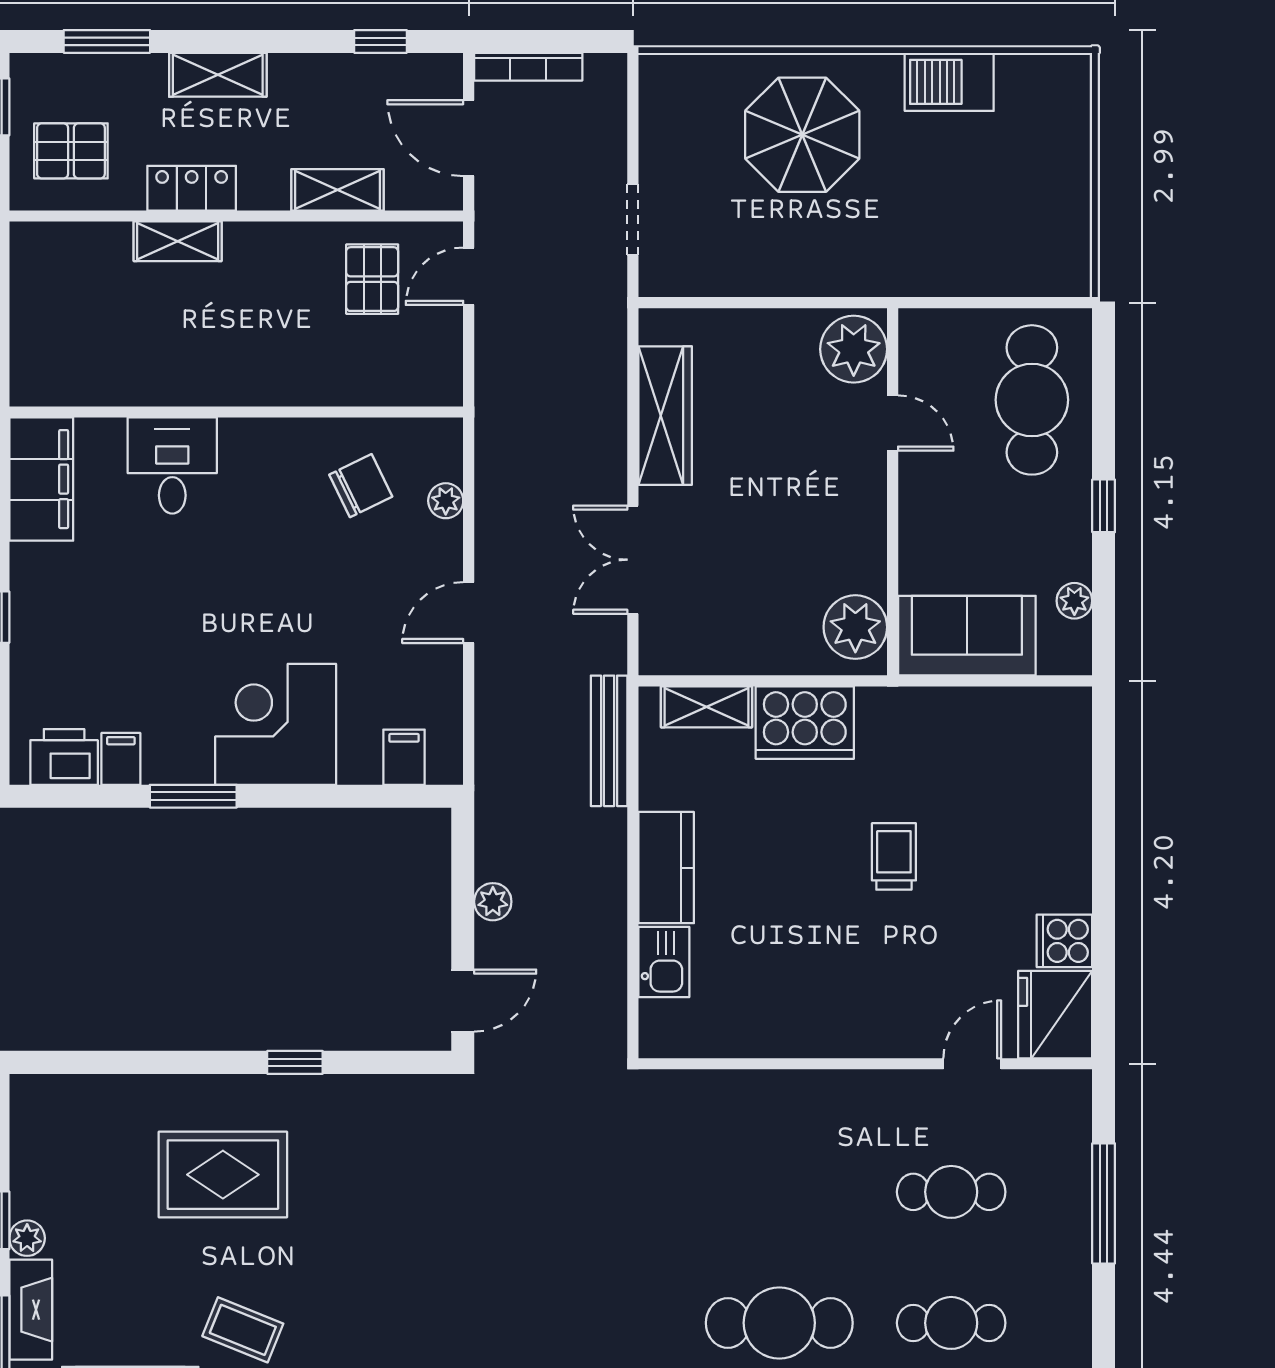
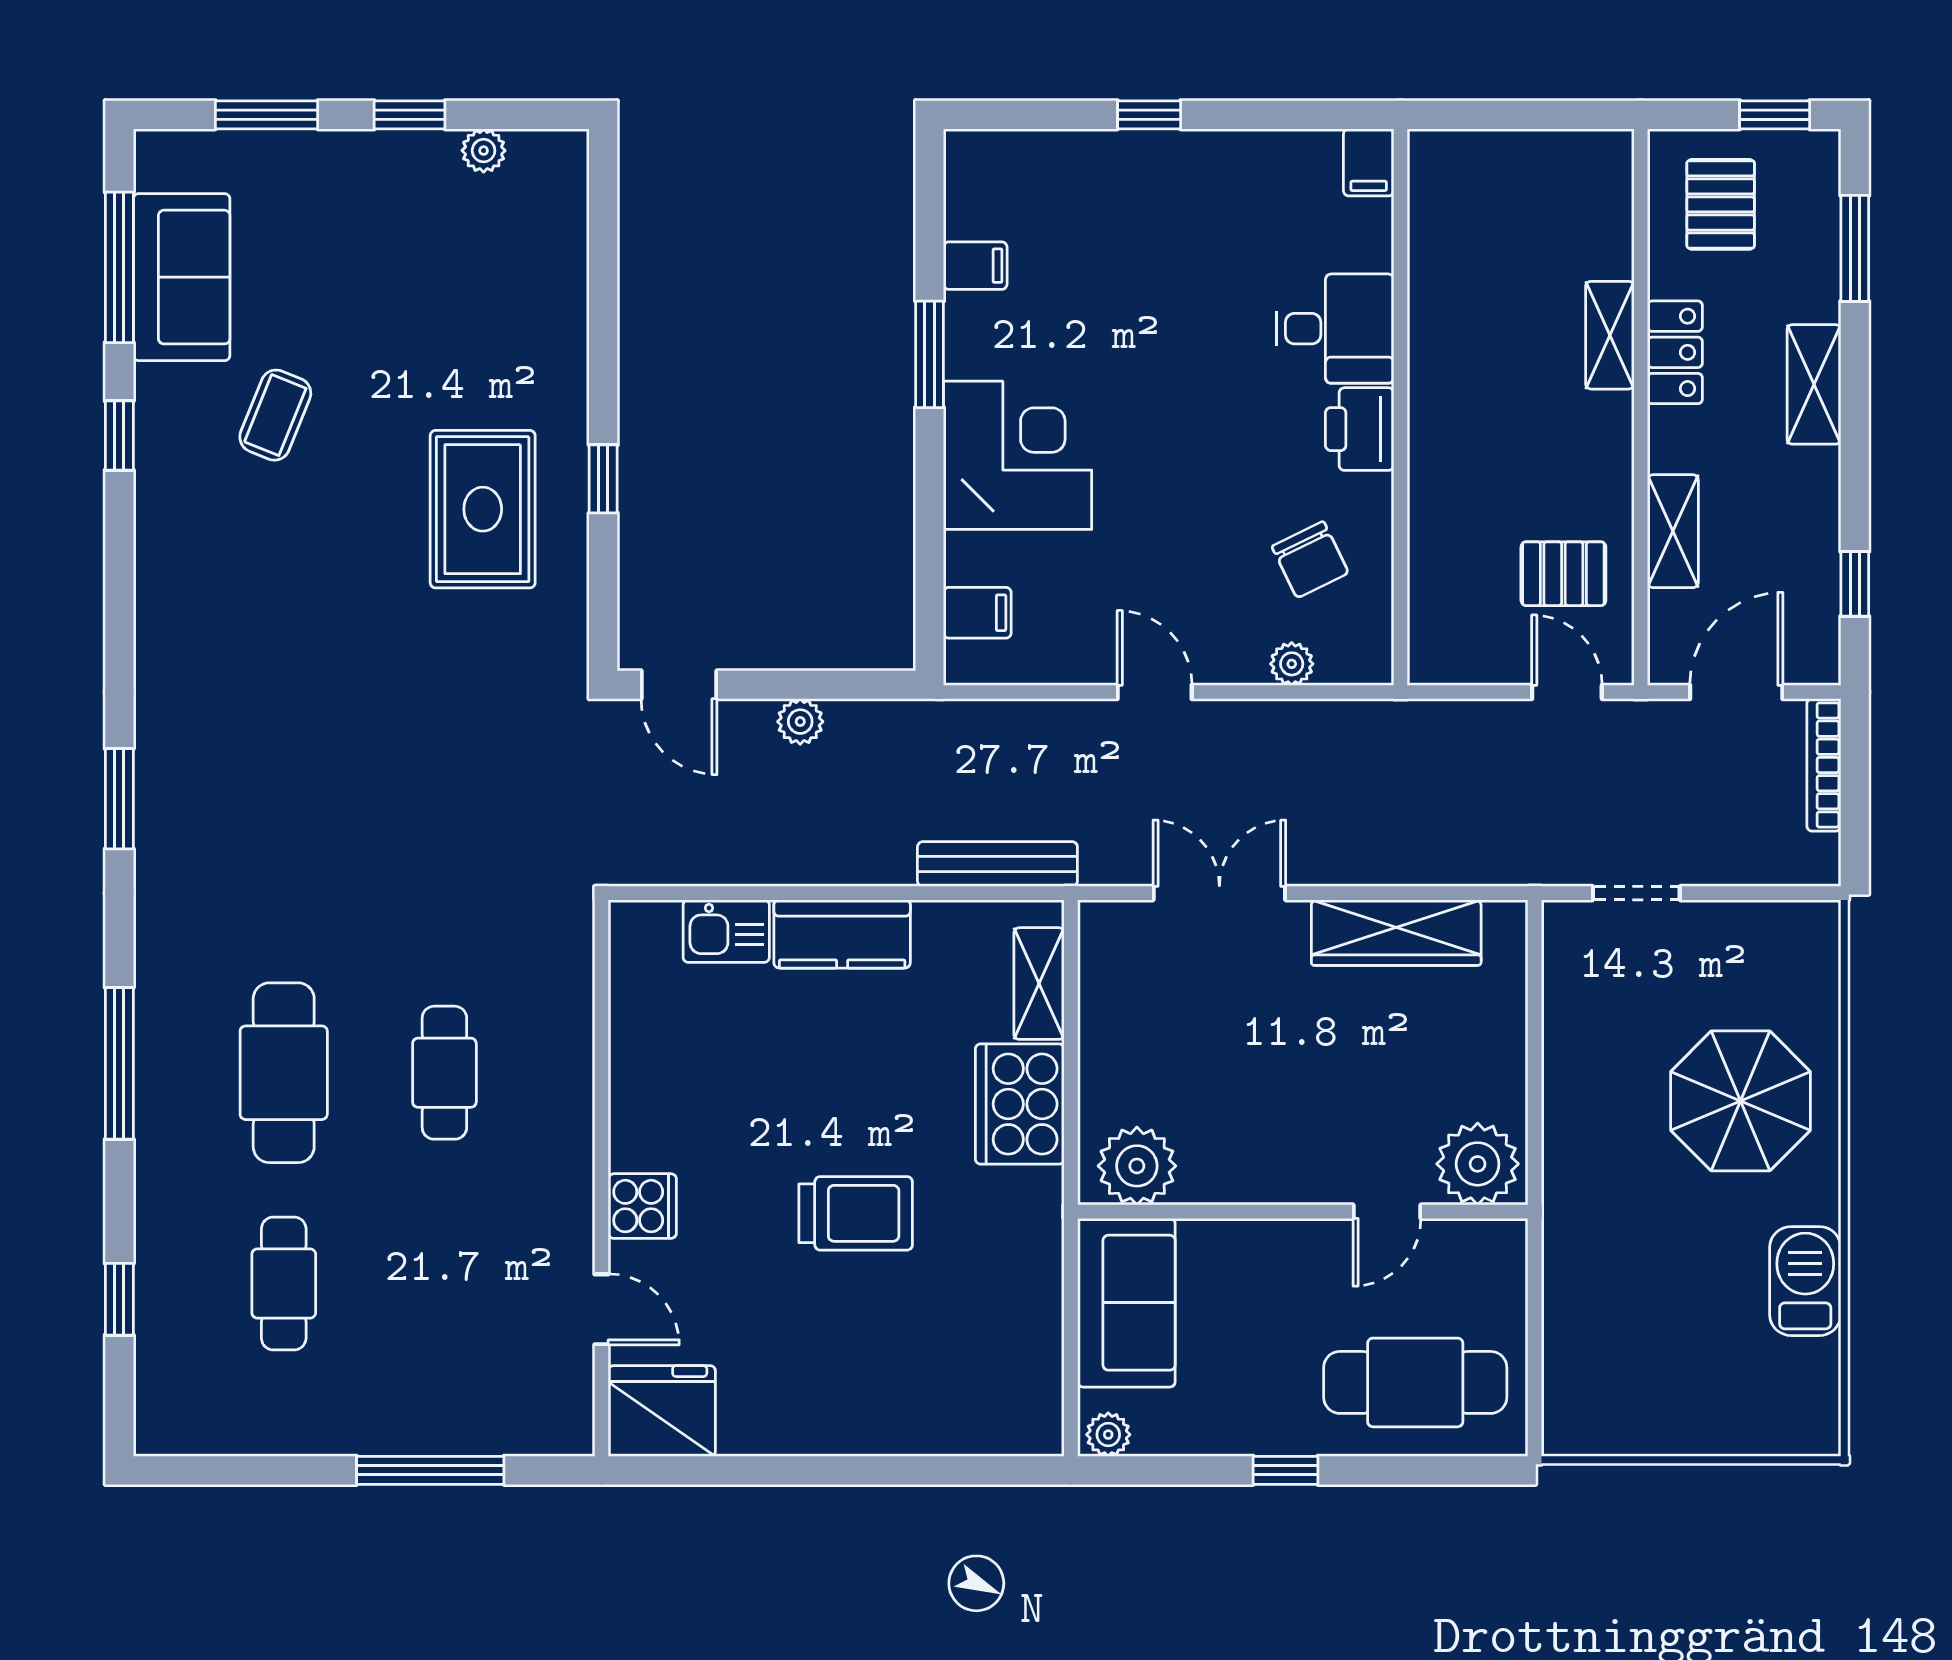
filing cabinet: (41, 479) -> (1369, 162), width x0.33, depth x0.86
plant: (1074, 601) -> (1108, 1435), moved
printer: (64, 757) -> (1360, 429), moved, turned 180
trolley: (894, 856) -> (856, 1213), width x1.36, depth x1.39
cooker: (1064, 941) -> (642, 1206), moved, turned 90
rug: (223, 1175) -> (483, 509), moved
cafe table: (951, 1192) -> (444, 1073), moved
plant: (27, 1238) -> (484, 151), moved
fireplace: (31, 1310) -> (300, 155), removed

